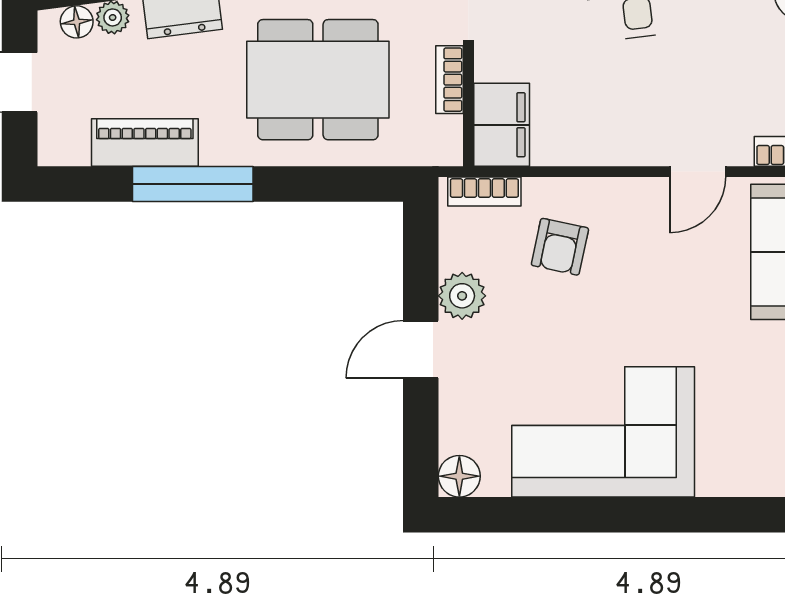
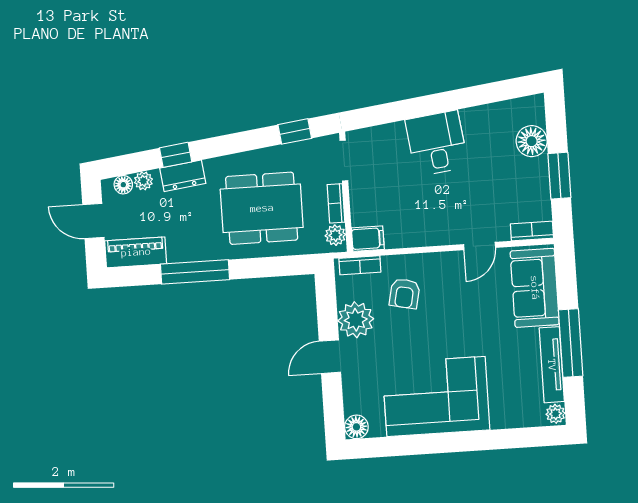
filing cabinet: (502, 125) -> (368, 239), width x0.50
plant: (445, 136) -> (335, 235), added
piano: (145, 143) -> (136, 252), moved
plant: (462, 296) -> (356, 320), width x1.36, depth x1.36

